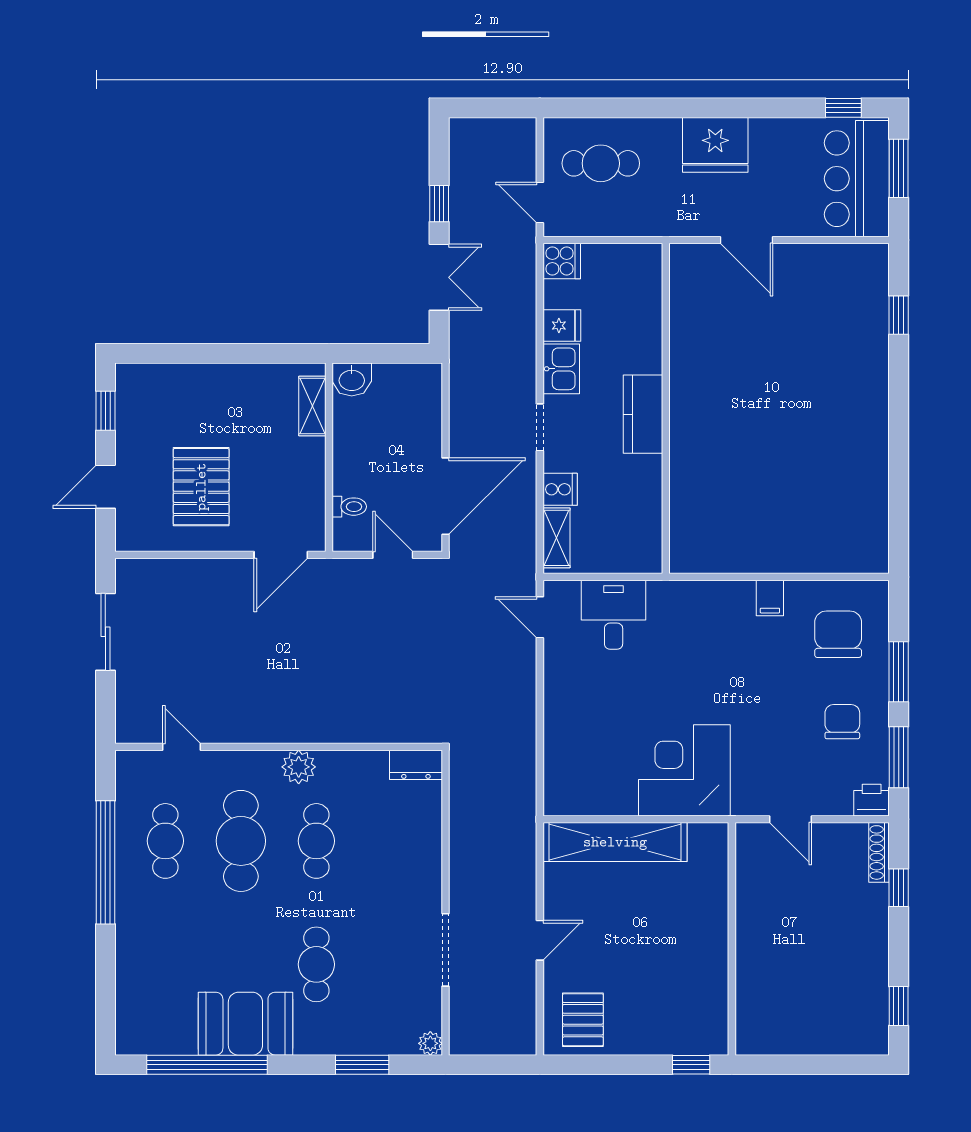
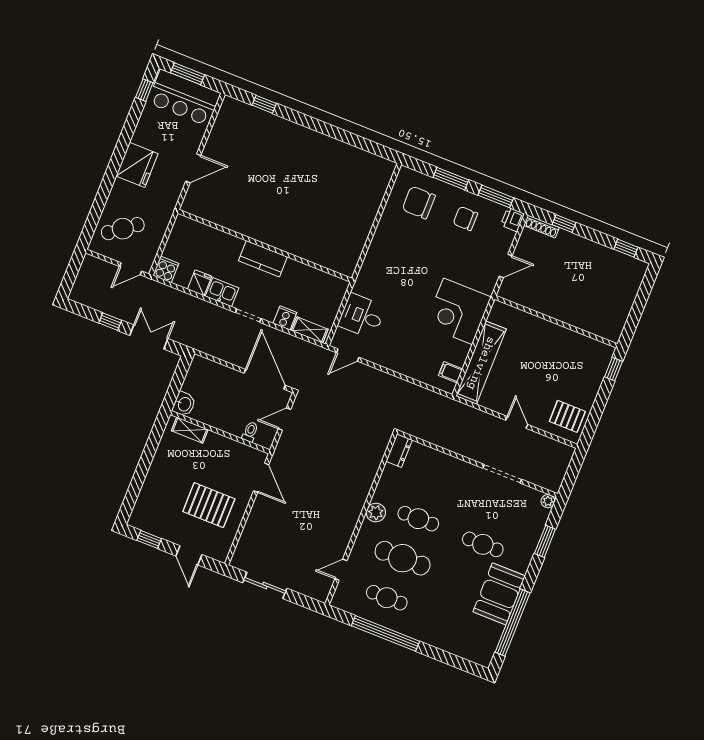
cafe table: (601, 163) -> (123, 229), turned 53
filing cabinet: (770, 598) -> (451, 372), moved, turned 180

